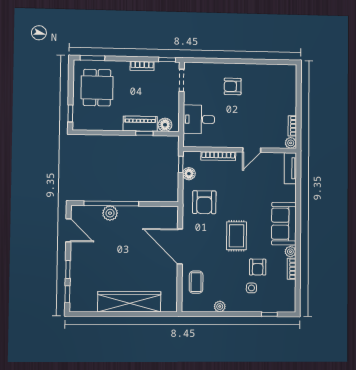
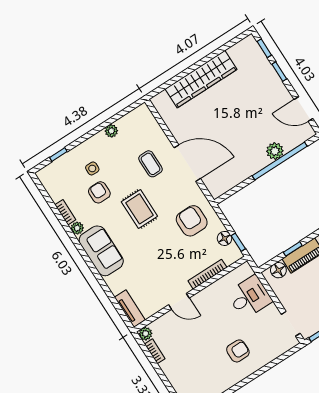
door: (252, 150) -> (179, 301), swing flipped
coffee table: (196, 282) -> (150, 164), moved

